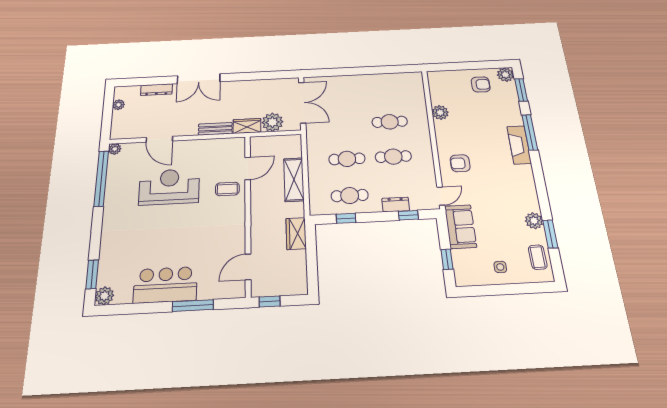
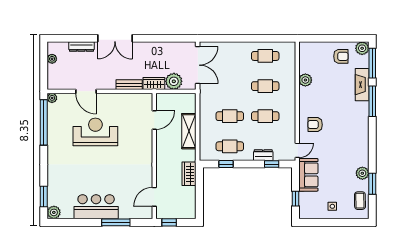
cafe table: (386, 89) -> (265, 56), added
window: (521, 90) -> (372, 63), width x1.44
fireplace: (519, 145) -> (362, 85), moved
coffee table: (227, 189) -> (139, 136), removed

